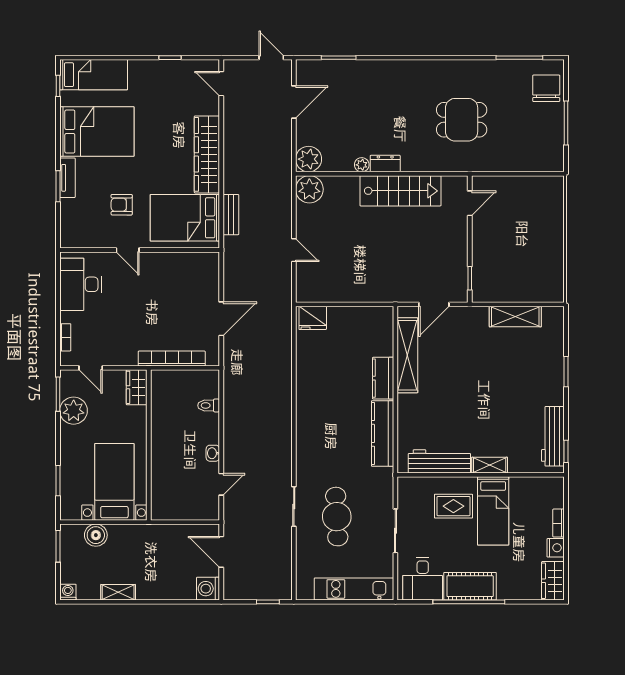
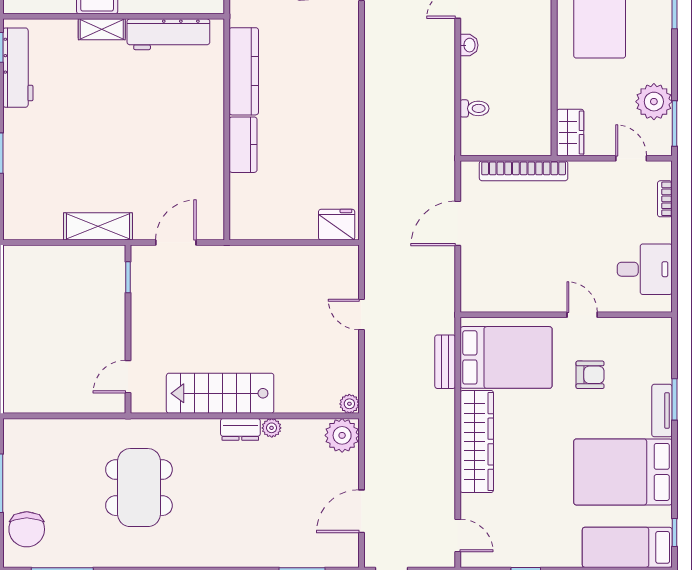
dining table: (462, 120) -> (139, 488), width x1.38
plant: (309, 189) -> (349, 404), width x0.53, depth x0.53
desk: (80, 284) -> (645, 269), width x0.73
shelving: (515, 317) -> (98, 226), moved
shelving: (407, 355) -> (211, 175), removed

